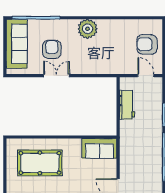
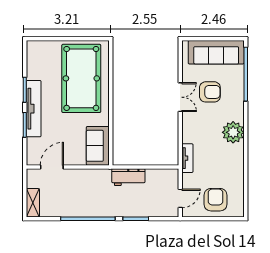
tv unit: (110, 69) -> (187, 158), added
workbench: (127, 105) -> (128, 177), moved
pool table: (40, 163) -> (81, 78), width x1.36, depth x1.32

